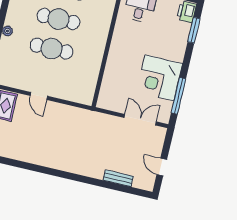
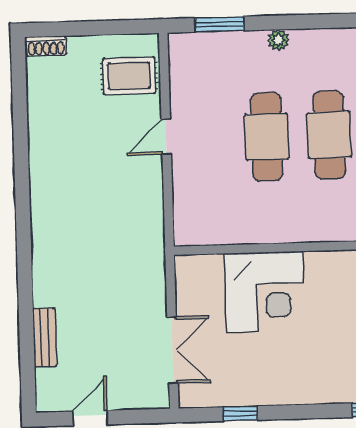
corner desk: (159, 78) -> (265, 292), moved, turned 180
window: (178, 96) -> (240, 414), width x0.46

